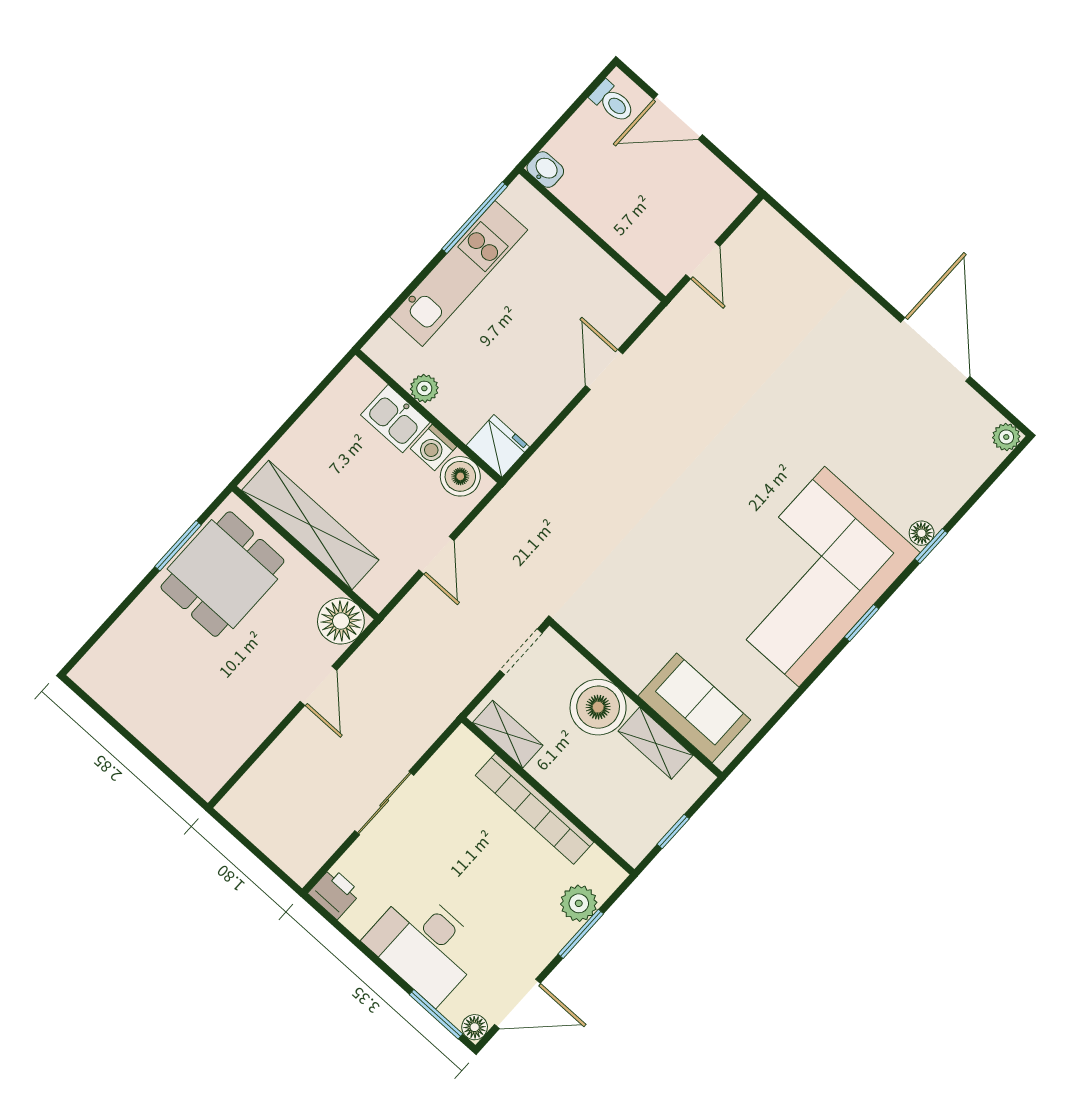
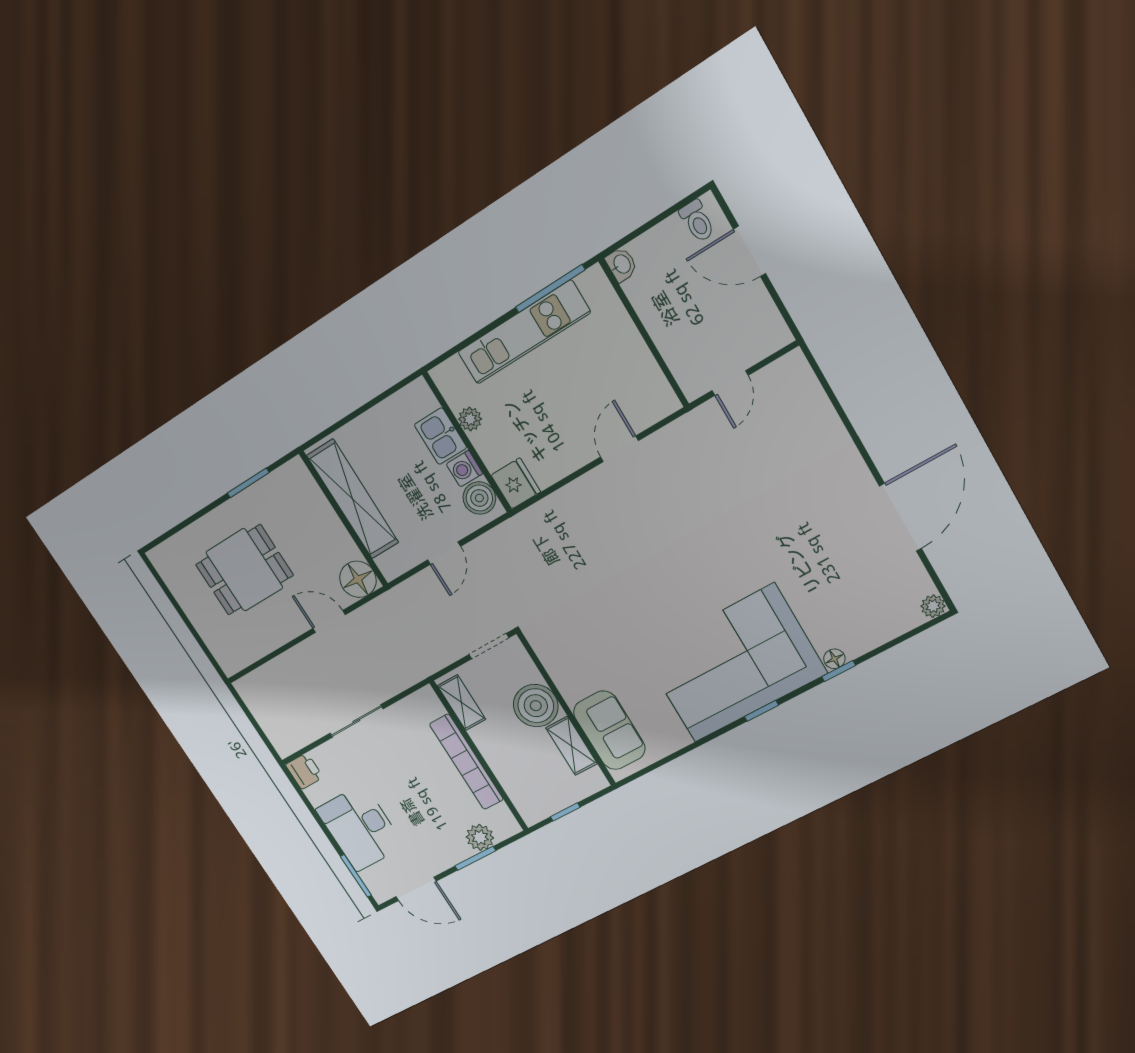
dining table: (222, 574) -> (244, 570), moved
door: (318, 686) -> (329, 622), swing flipped
floor lamp: (475, 1027) -> (381, 894), removed

